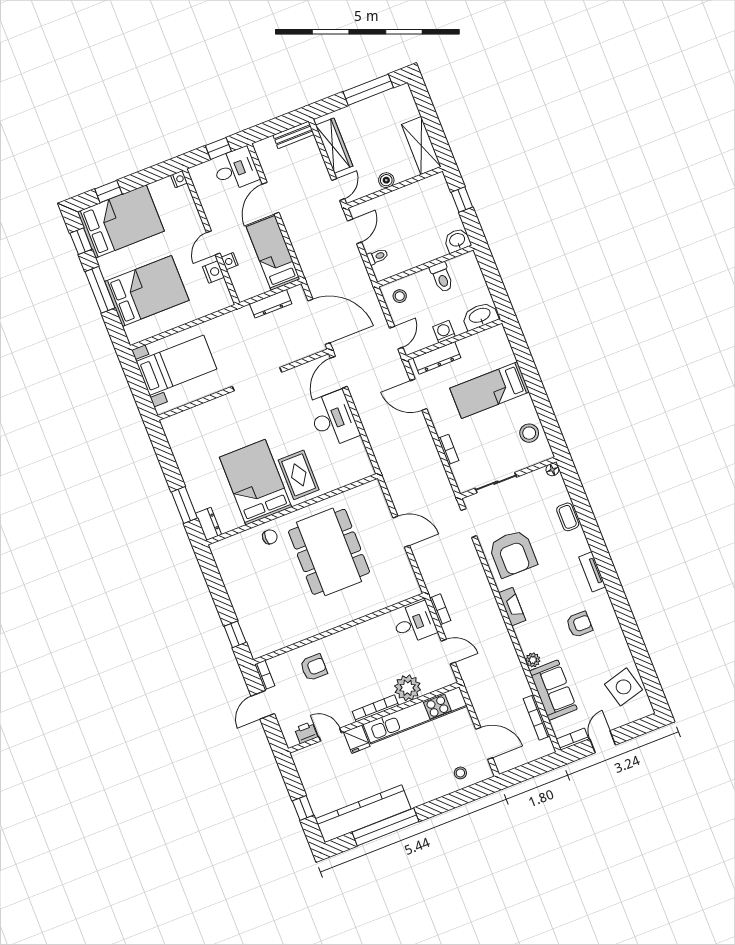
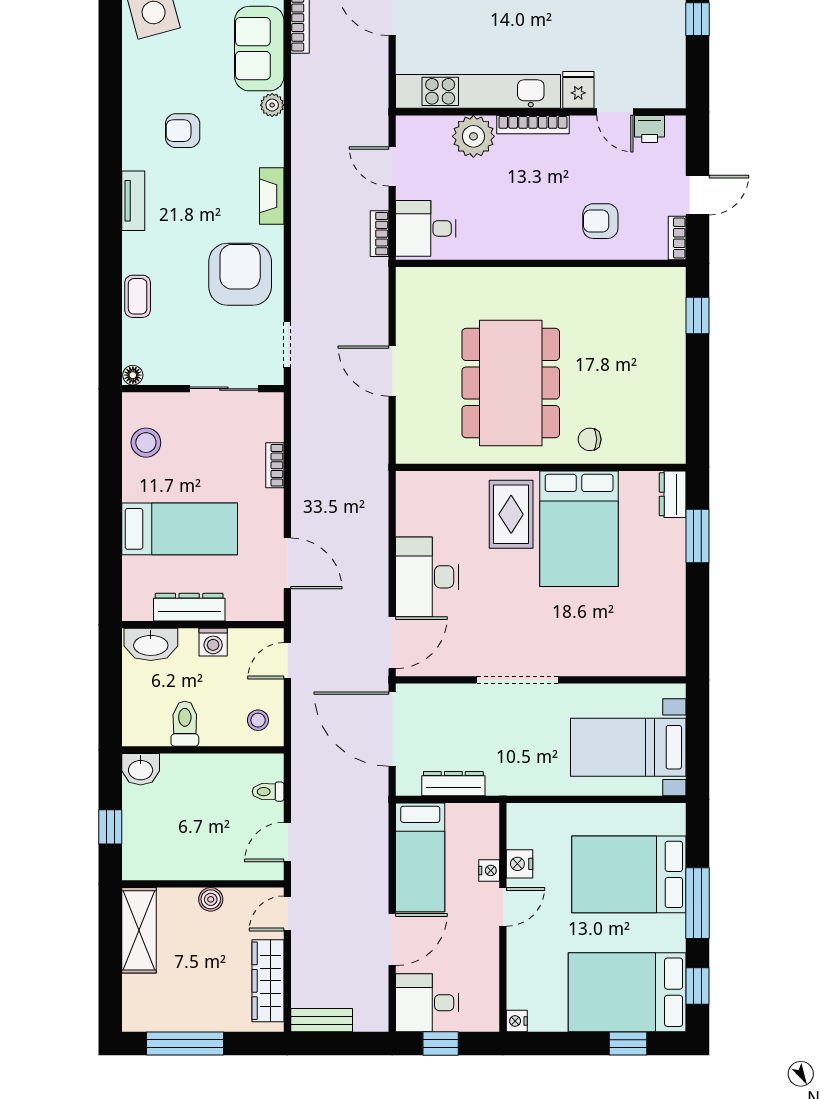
dresser: (437, 358) -> (189, 607), moved

